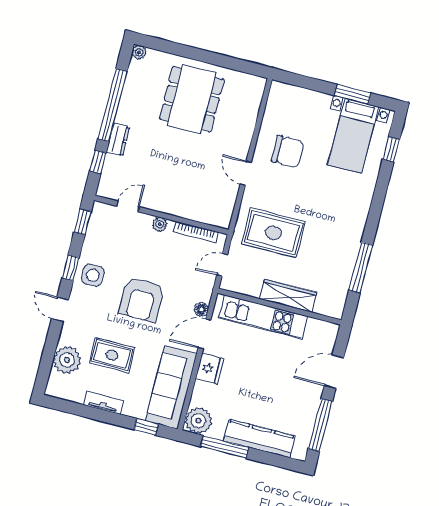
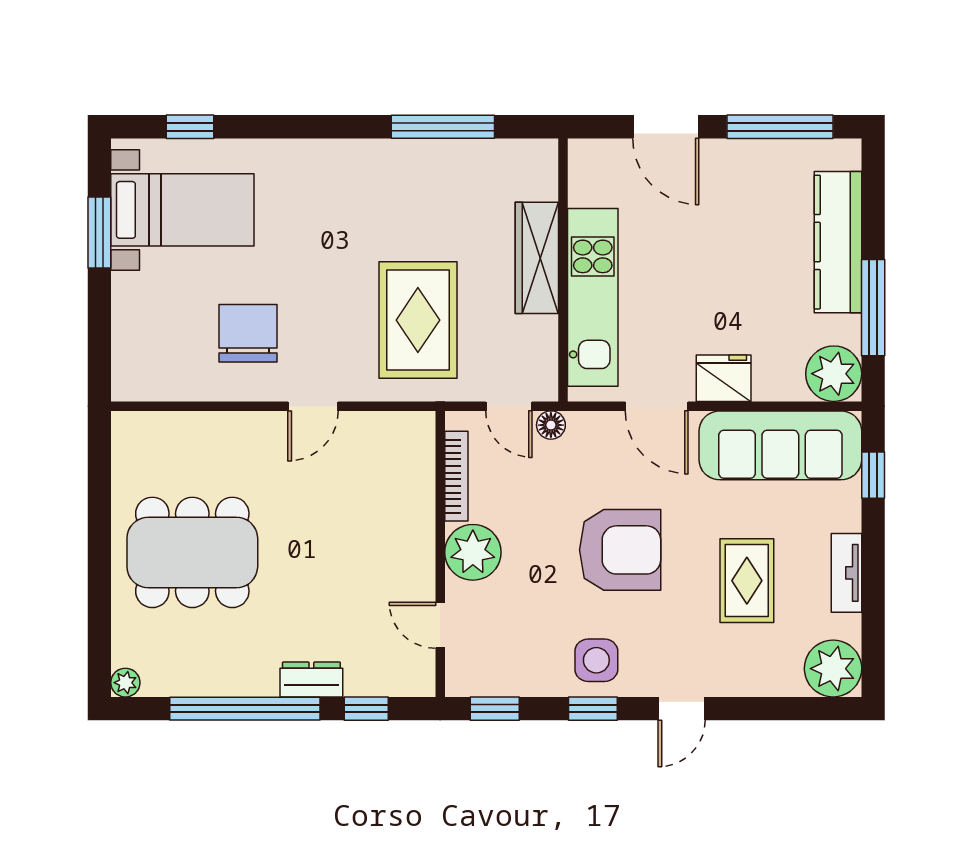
plant: (160, 224) -> (473, 552), width x1.87, depth x1.87
floor lamp: (201, 309) -> (551, 425), moved
plant: (67, 360) -> (833, 669), moved

